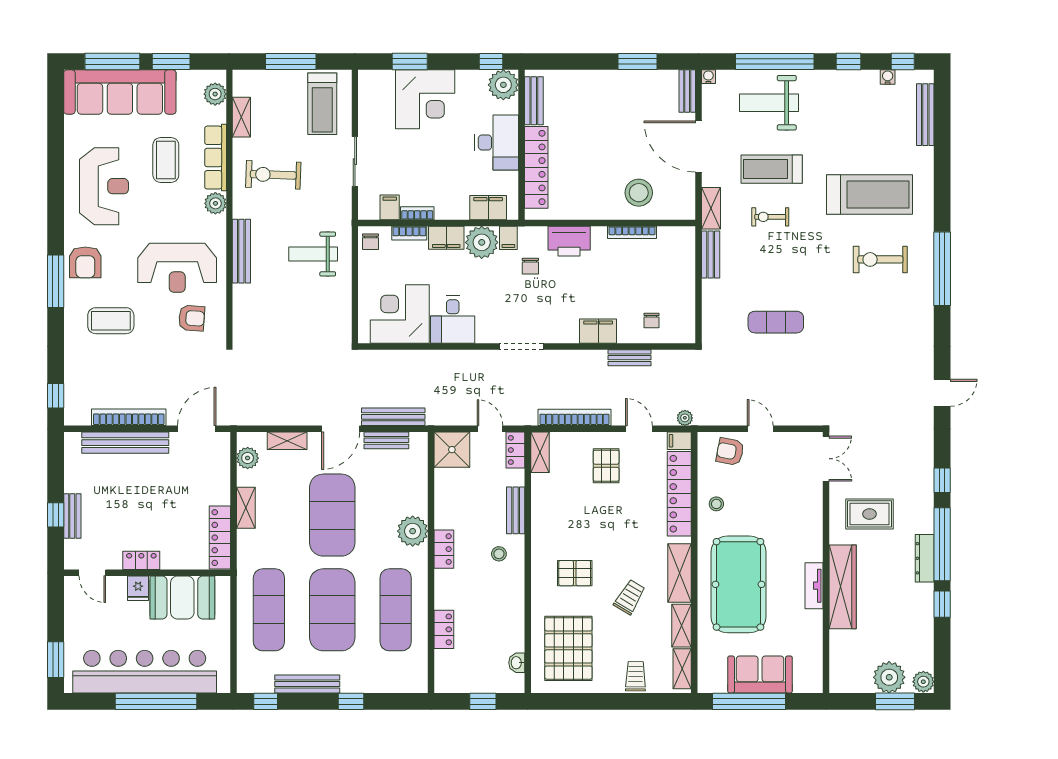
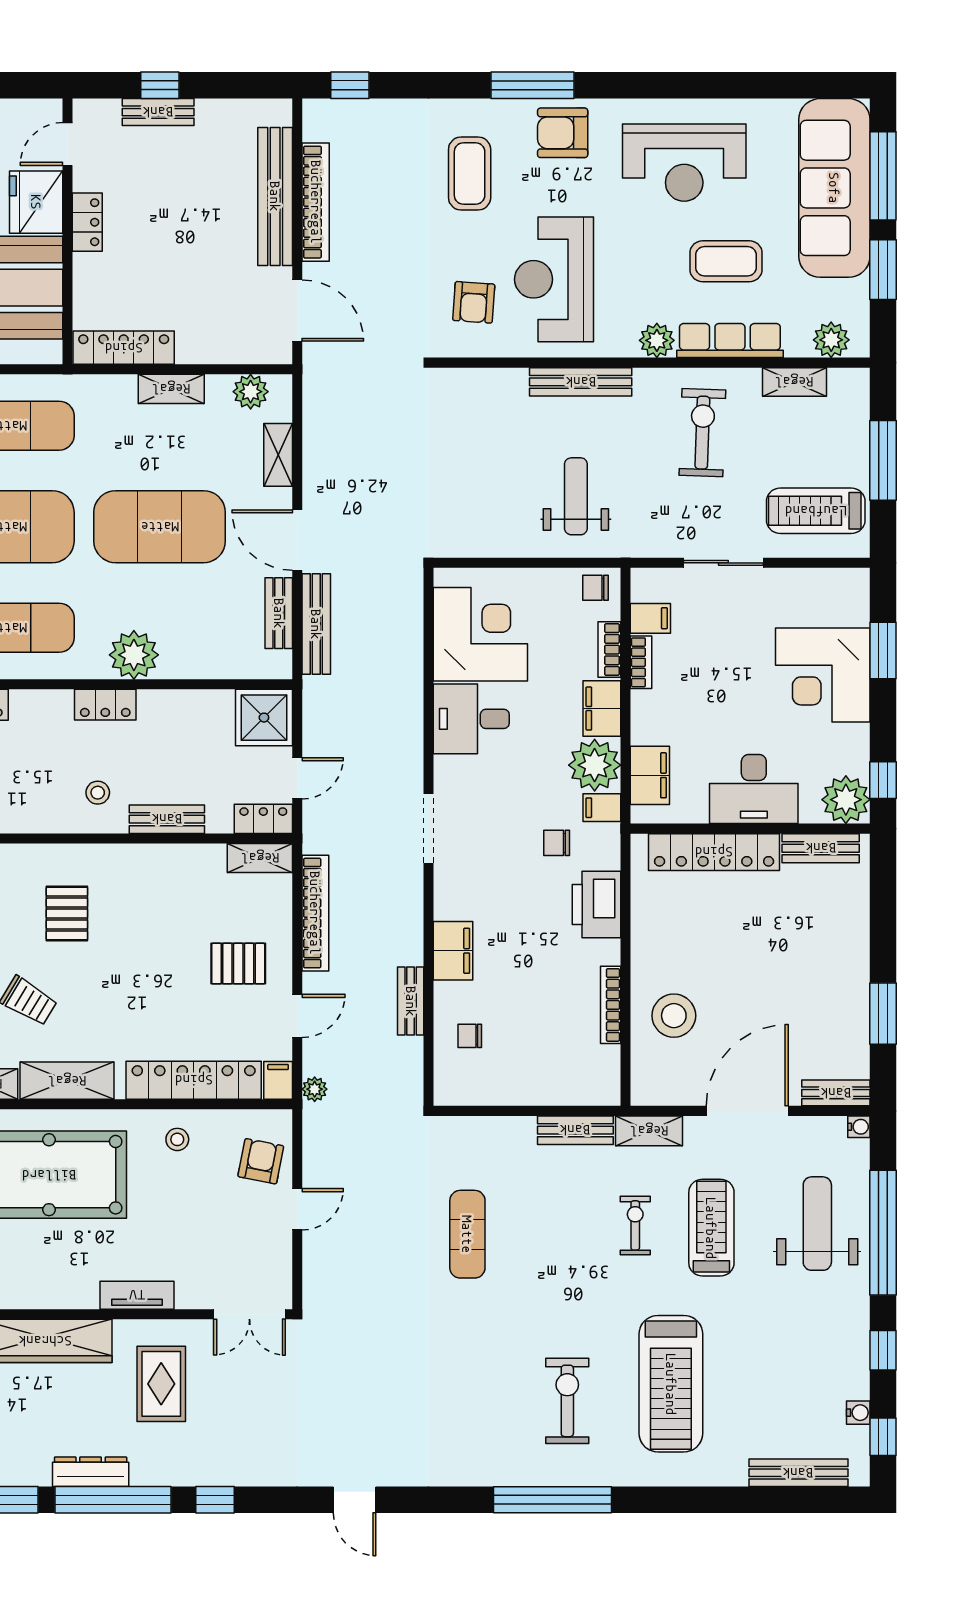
tv unit: (814, 586) -> (137, 1295), moved
fridge: (138, 588) -> (36, 202), width x1.88, depth x1.34

